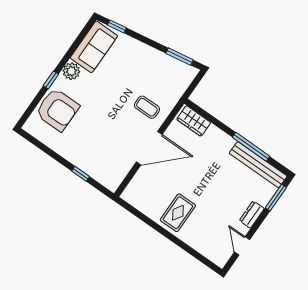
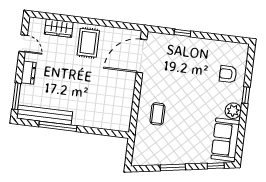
window: (180, 57) -> (173, 167), moved
coffee table: (147, 107) -> (158, 114), turned 90
armchair: (57, 110) -> (228, 74), width x0.53, depth x0.53
wardrobe: (194, 121) -> (59, 28), moved, turned 180
door: (149, 148) -> (142, 56), moved

